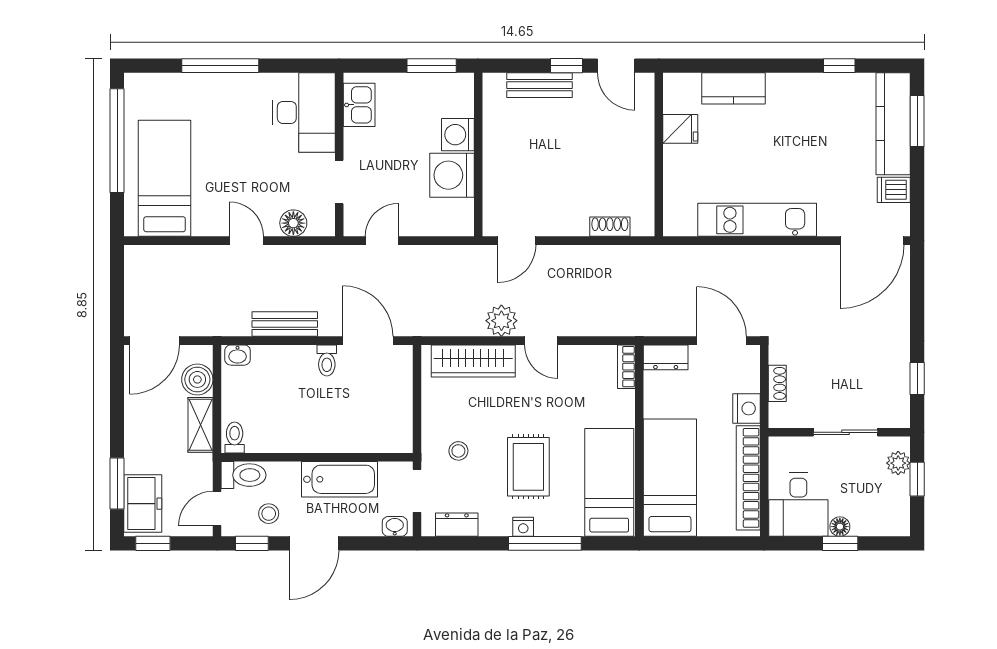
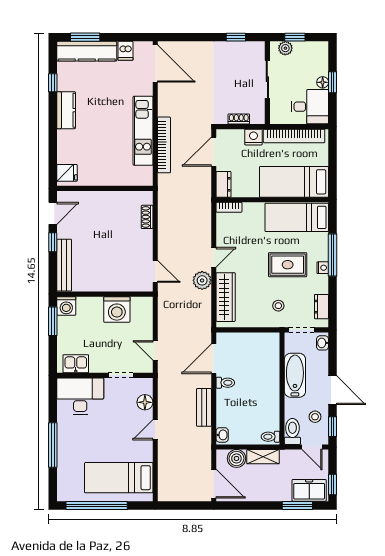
bench: (540, 85) -> (64, 265), width x1.36
kitchen counter: (734, 88) -> (66, 110), moved
fridge: (680, 129) -> (67, 173), moved, turned 90
washing machine: (458, 135) -> (66, 306), moved
bookcase: (733, 256) -> (164, 145), added

